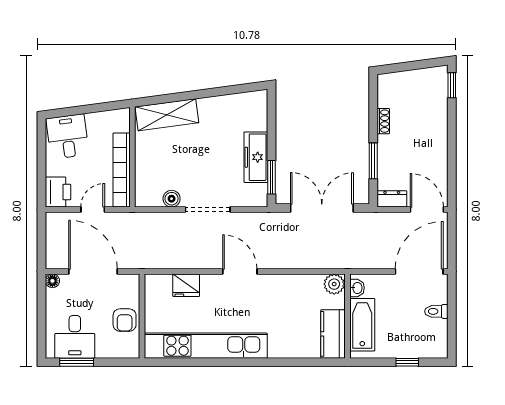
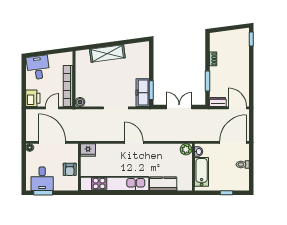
shelving: (167, 115) -> (107, 54), moved
freezer: (256, 157) -> (143, 93), moved
boiler: (172, 199) -> (80, 102), moved
double door: (322, 208) -> (179, 107), width x0.73
fridge: (186, 285) -> (88, 150), moved
kitchen counter: (333, 334) -> (163, 184), moved, turned 90

